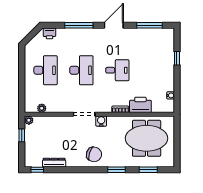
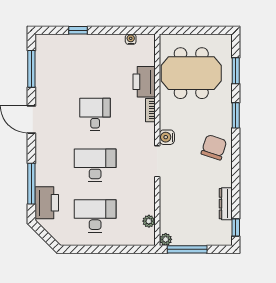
window: (79, 25) -> (31, 184), moved
printer: (49, 33) -> (47, 203), width x1.87, depth x1.48
window: (22, 135) -> (187, 249), width x2.17
meeting table: (147, 138) -> (191, 73), turned 90

